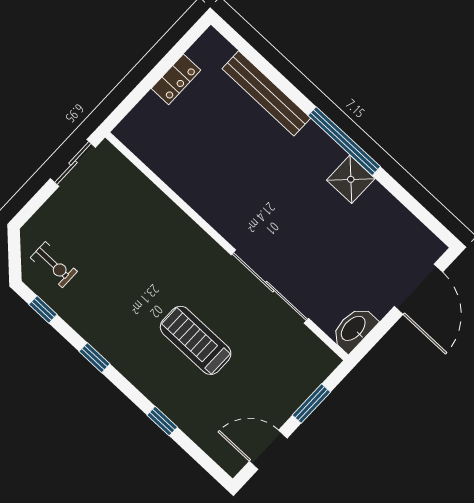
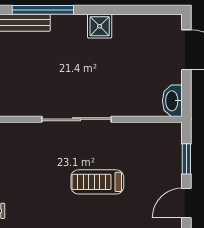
window: (344, 141) -> (43, 10), moved
sliding door: (270, 287) -> (77, 119), moved

